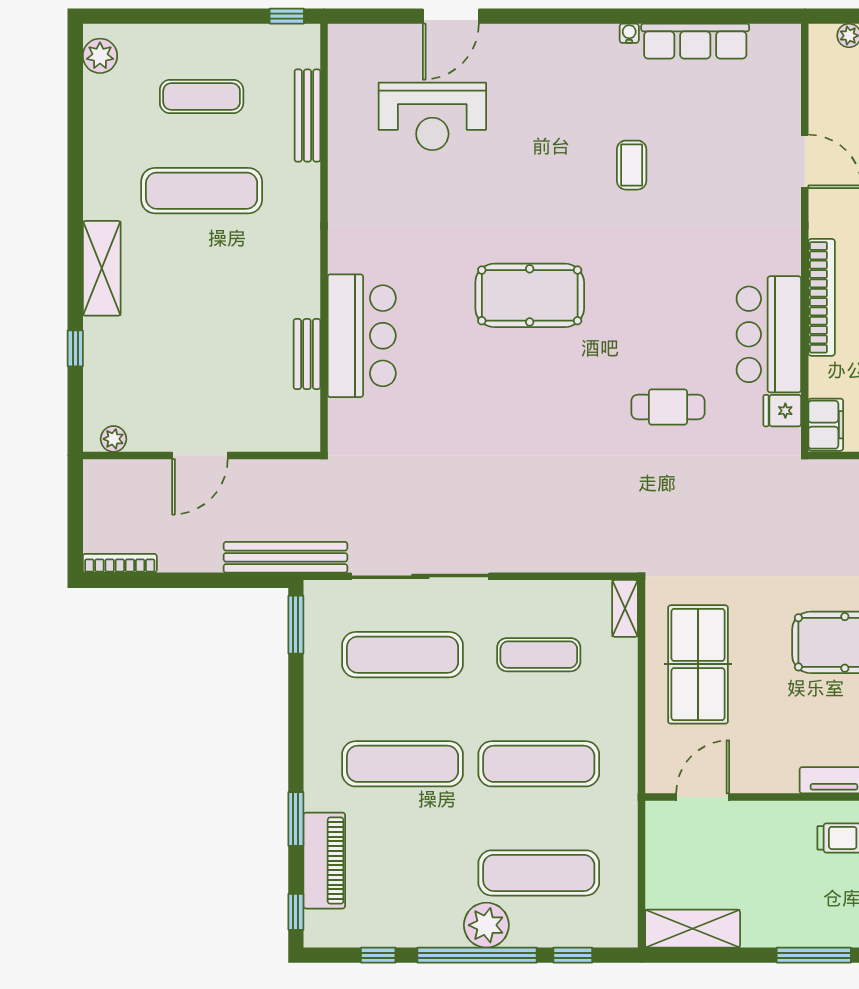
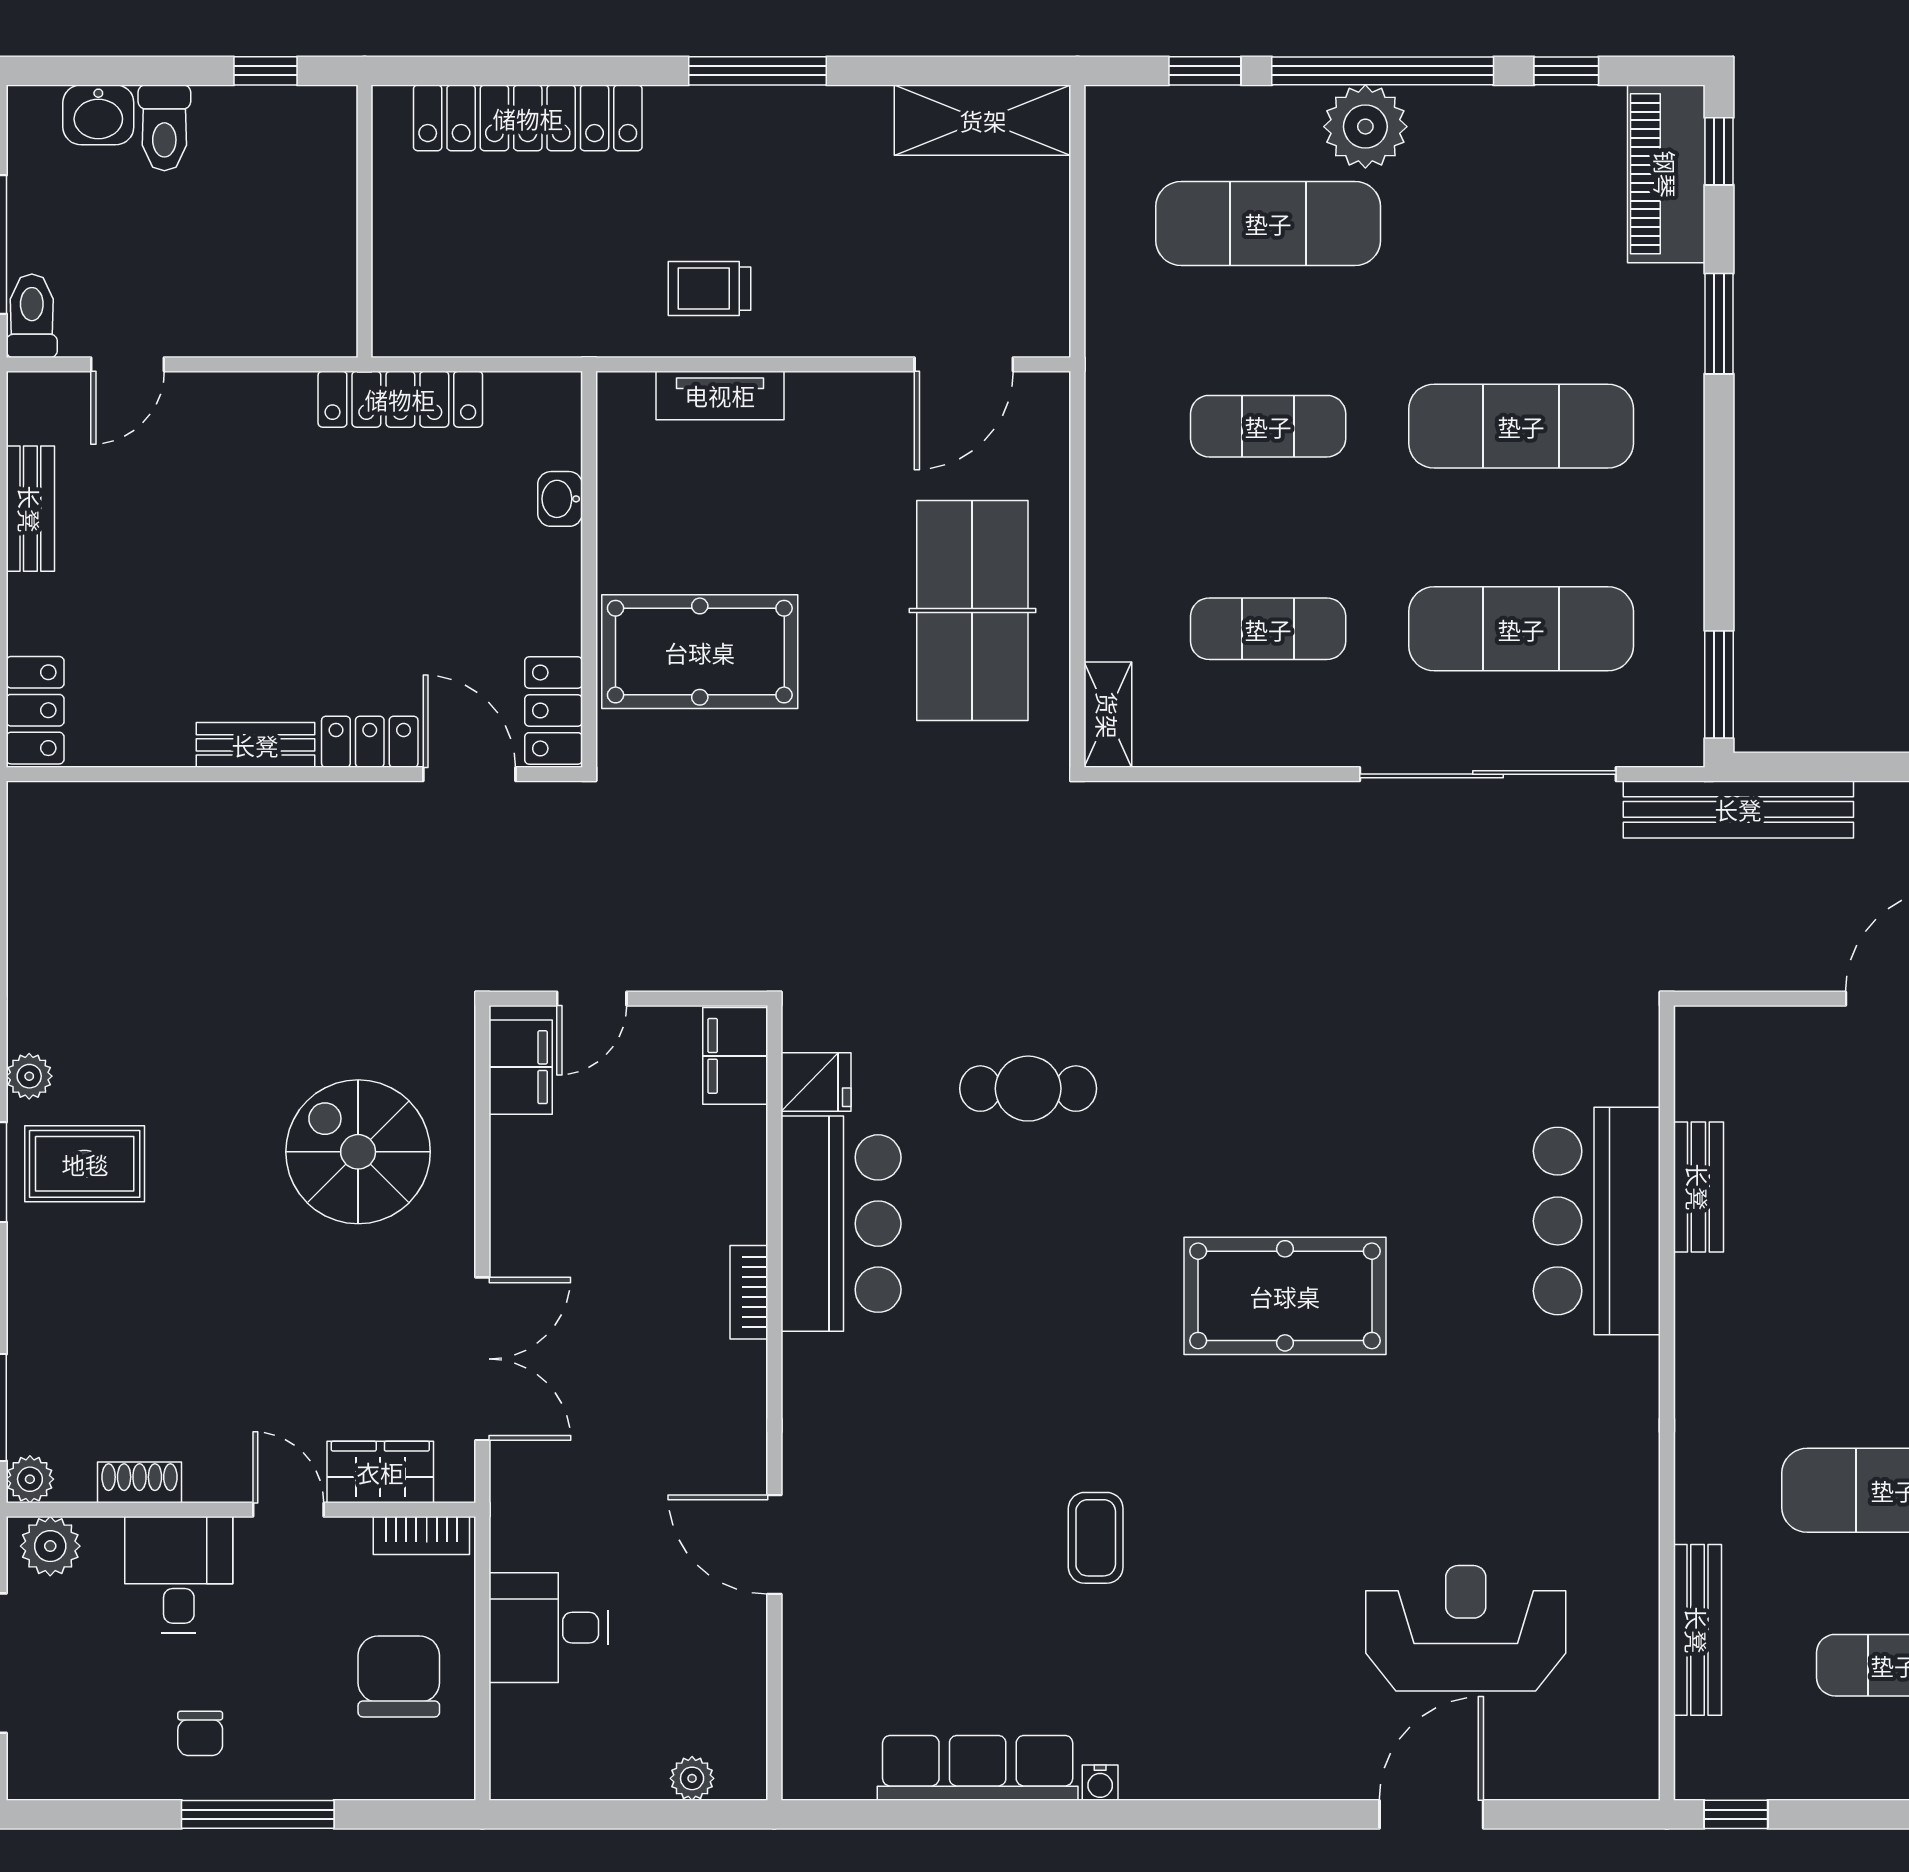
bookcase: (822, 297) -> (749, 1292), width x0.43, depth x0.76
exercise mat: (539, 764) -> (1268, 426), width x0.73, depth x0.69
piano: (324, 861) -> (1666, 174), moved

